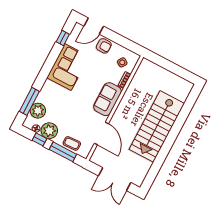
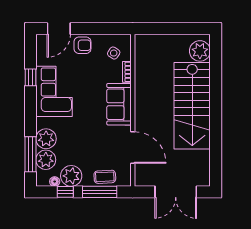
window: (63, 38) -> (30, 77), moved
plant: (182, 92) -> (200, 51), added
plant: (46, 96) -> (46, 139), added

